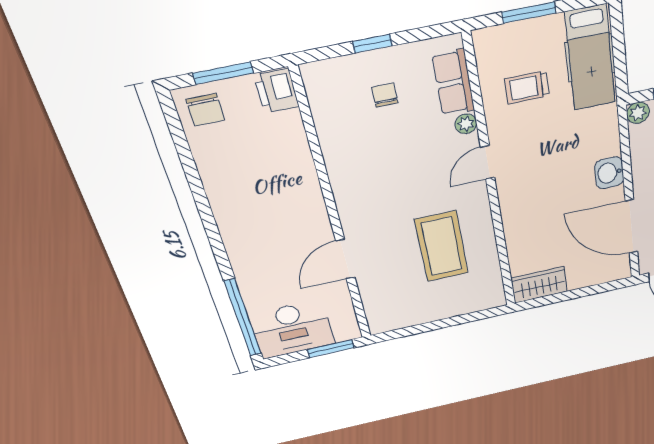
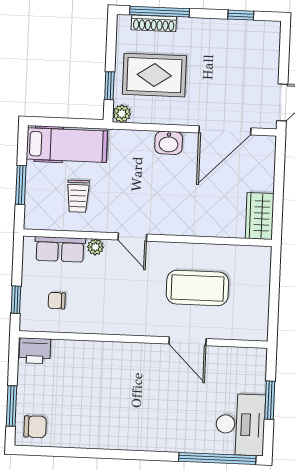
printer: (277, 91) -> (35, 351), moved
wall: (333, 213) -> (143, 339), moved
door: (345, 259) -> (188, 341), moved

